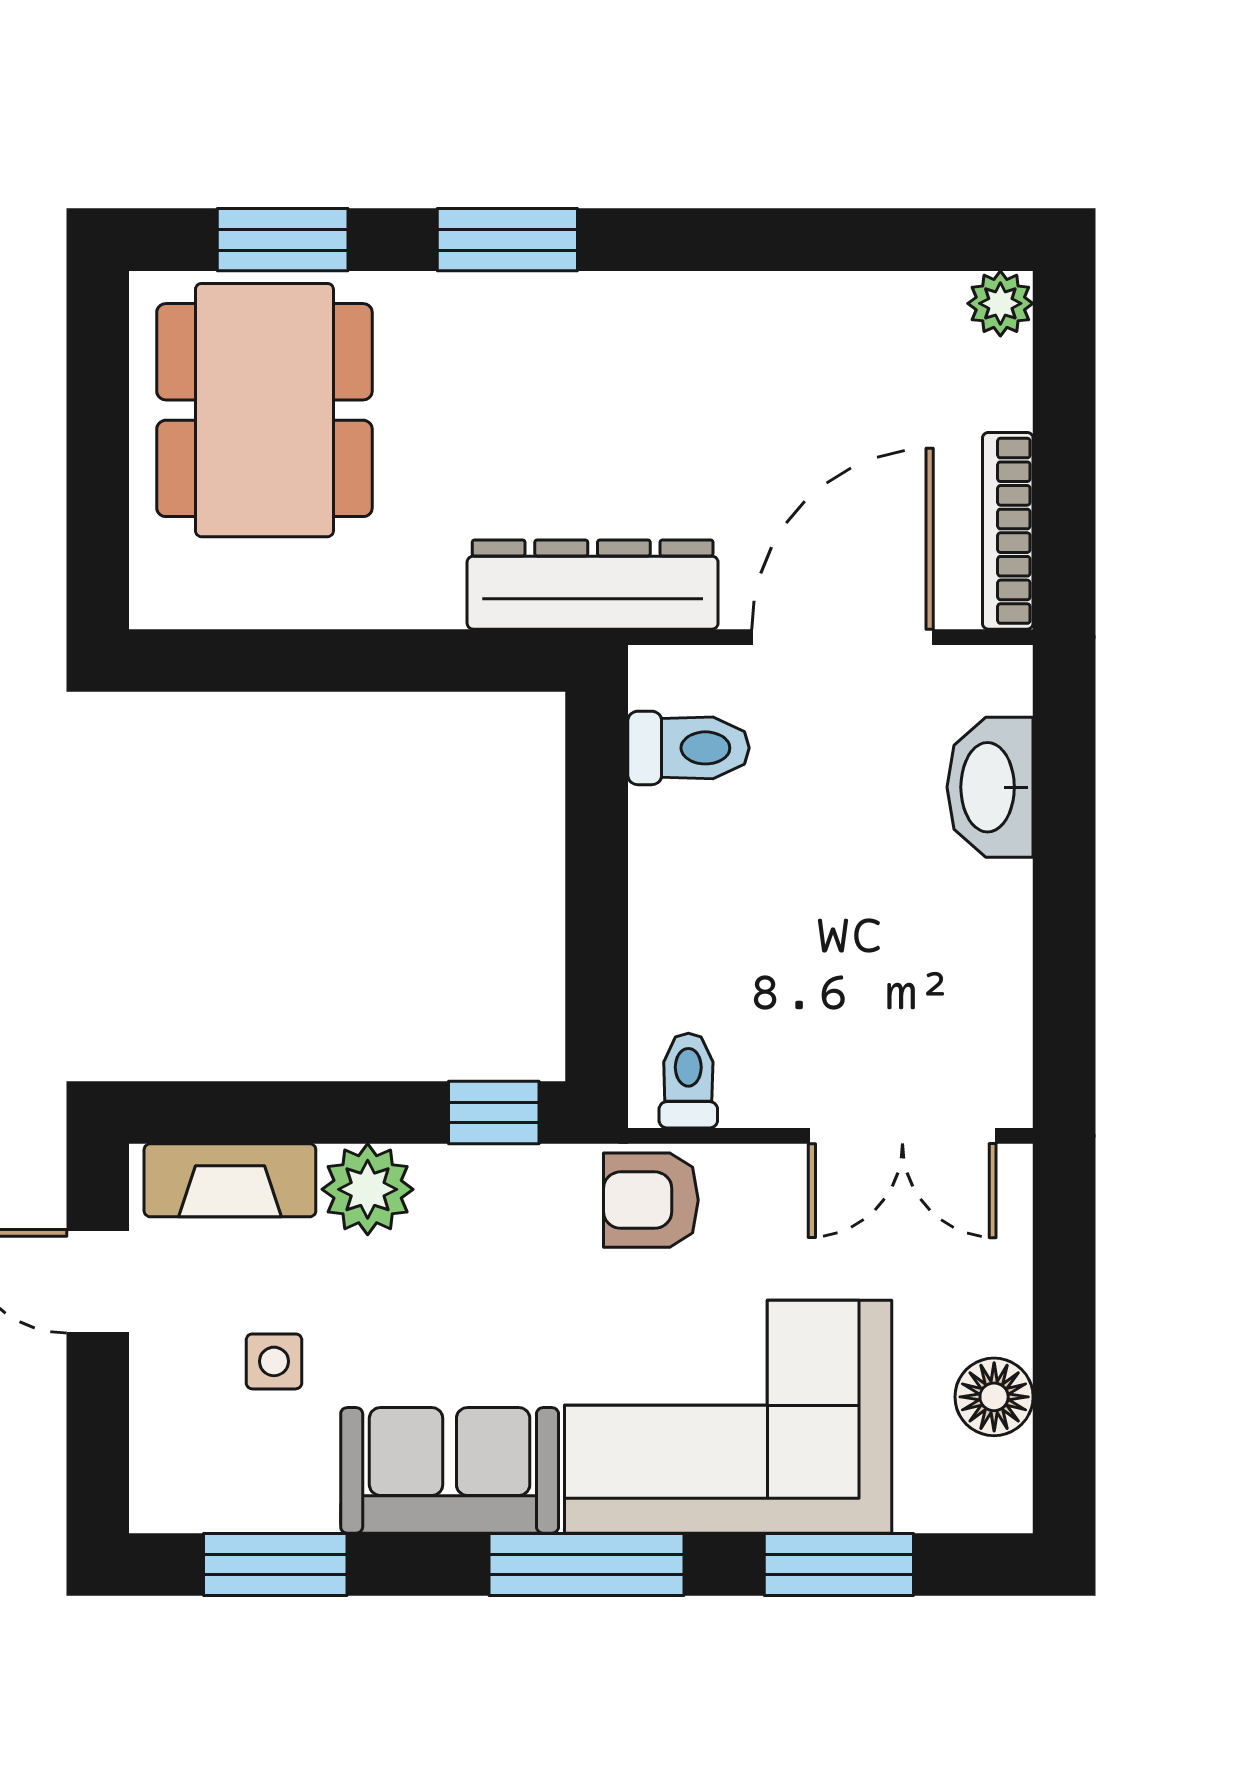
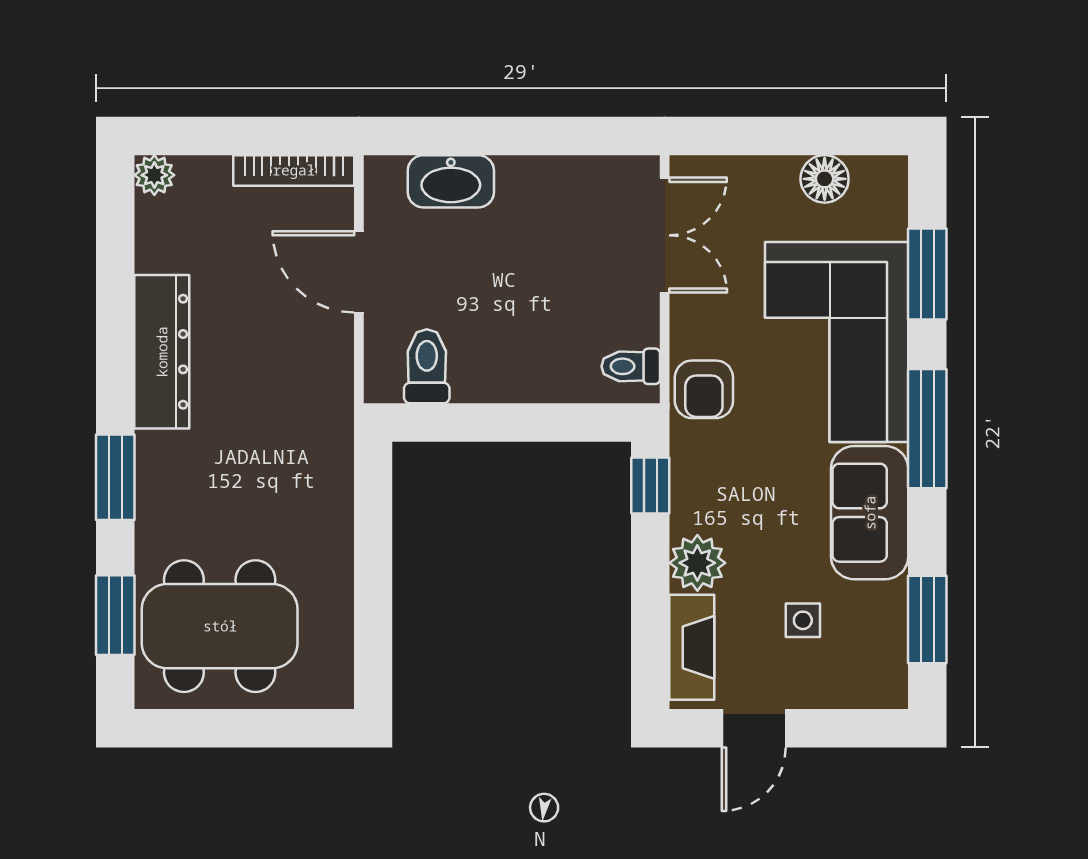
dresser: (593, 585) -> (162, 352), moved, turned 180
door: (842, 637) -> (359, 272), width x0.73

